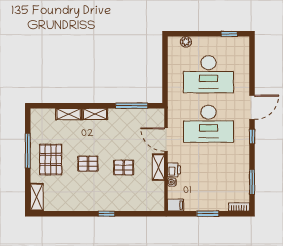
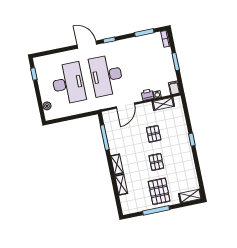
desk: (208, 124) -> (106, 75), turned 180
pallet: (51, 160) -> (159, 191), turned 90
shelving: (158, 167) -> (163, 104), moved

